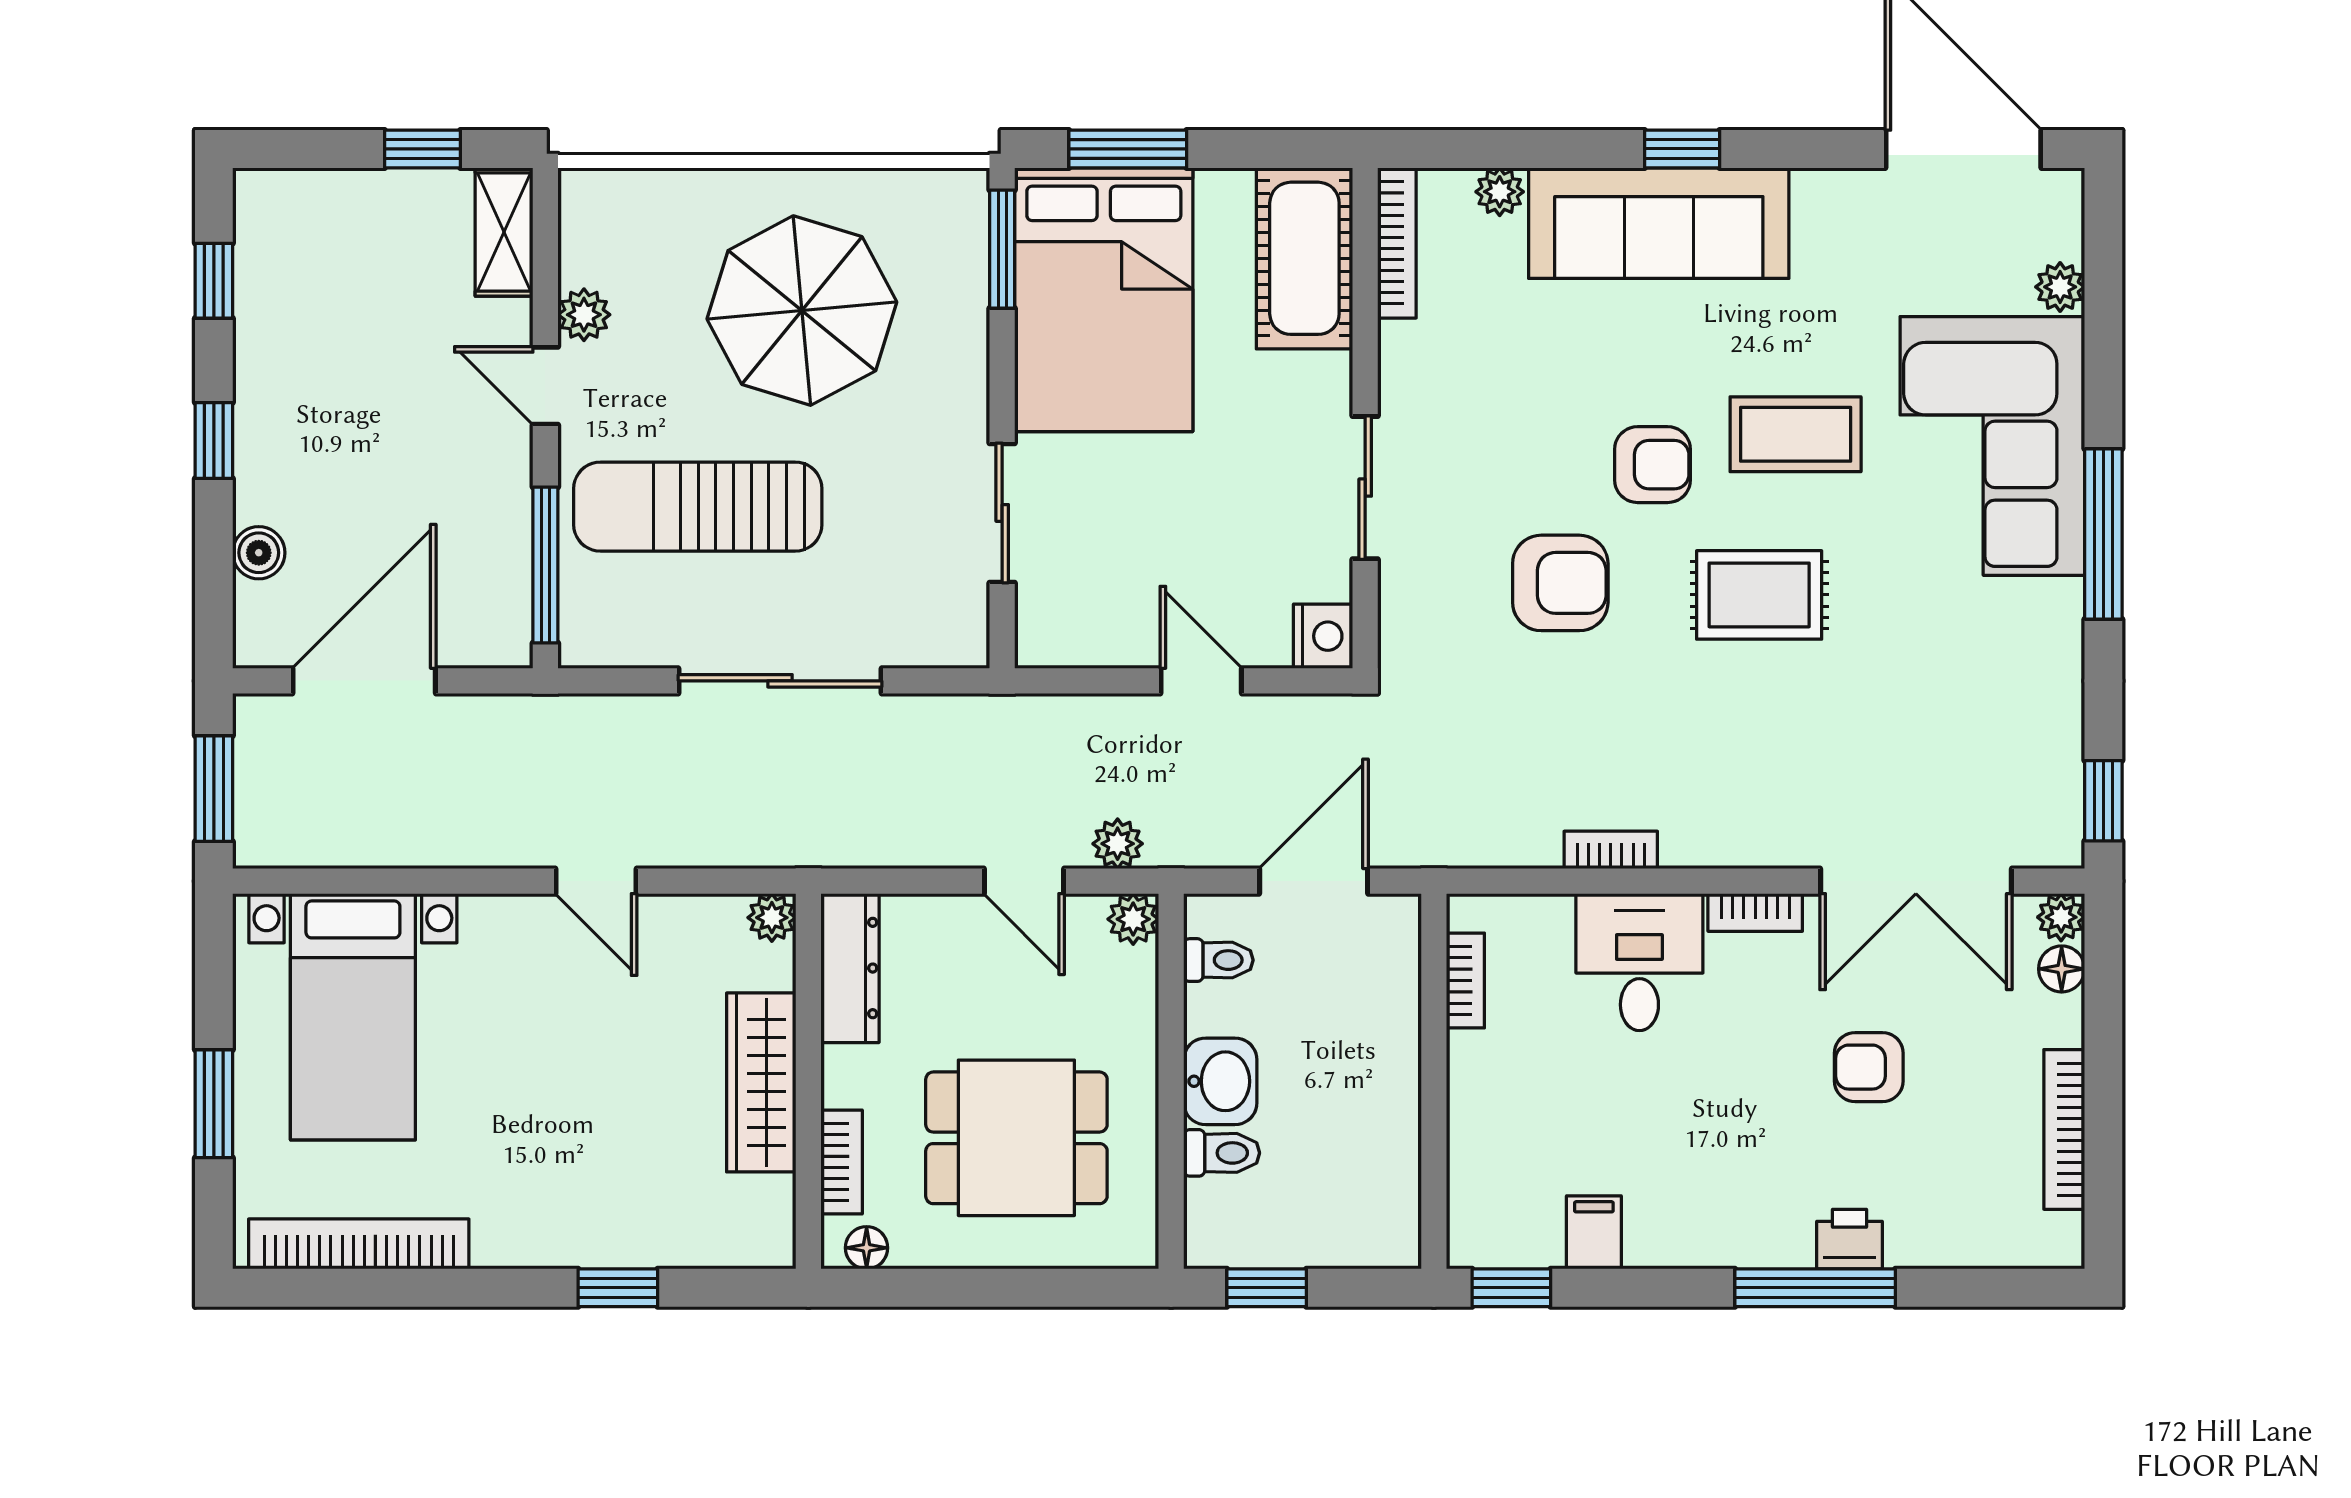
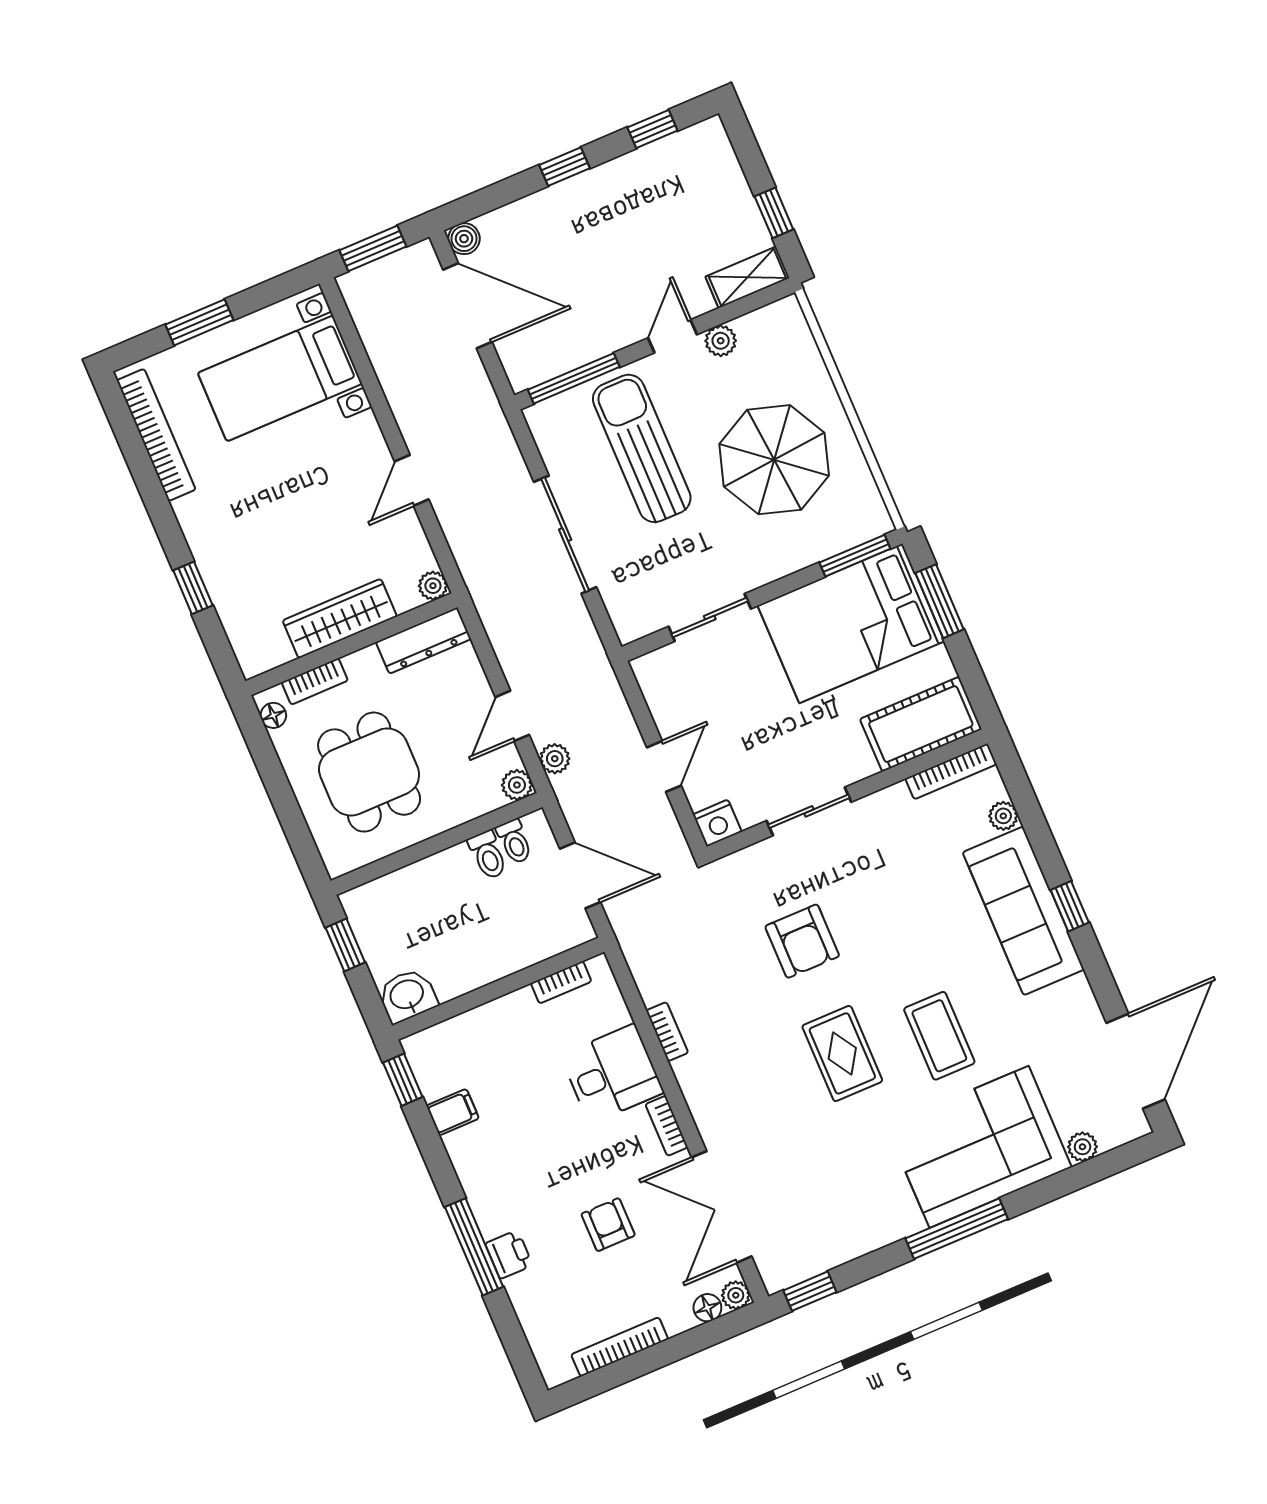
armchair: (1653, 465) -> (889, 964), removed
boiler: (259, 553) -> (464, 239), moved
washbasin: (1220, 1081) -> (407, 995), moved, turned 180
toilet: (1222, 1153) -> (488, 855), moved

